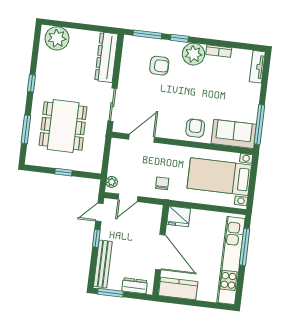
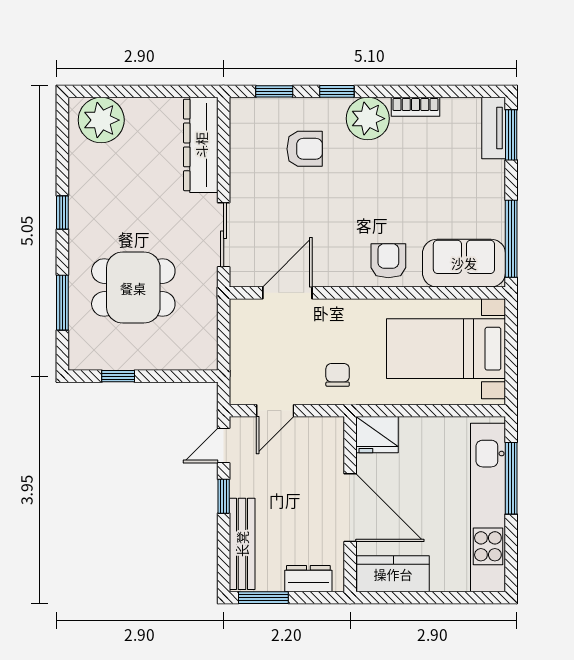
window: (147, 34) -> (274, 91), width x0.67
window: (266, 71) -> (511, 135), added
dining table: (63, 126) -> (133, 288), width x0.73
window: (63, 172) -> (118, 376), moved
plant: (112, 182) -> (240, 384), removed

